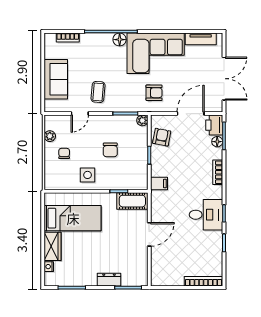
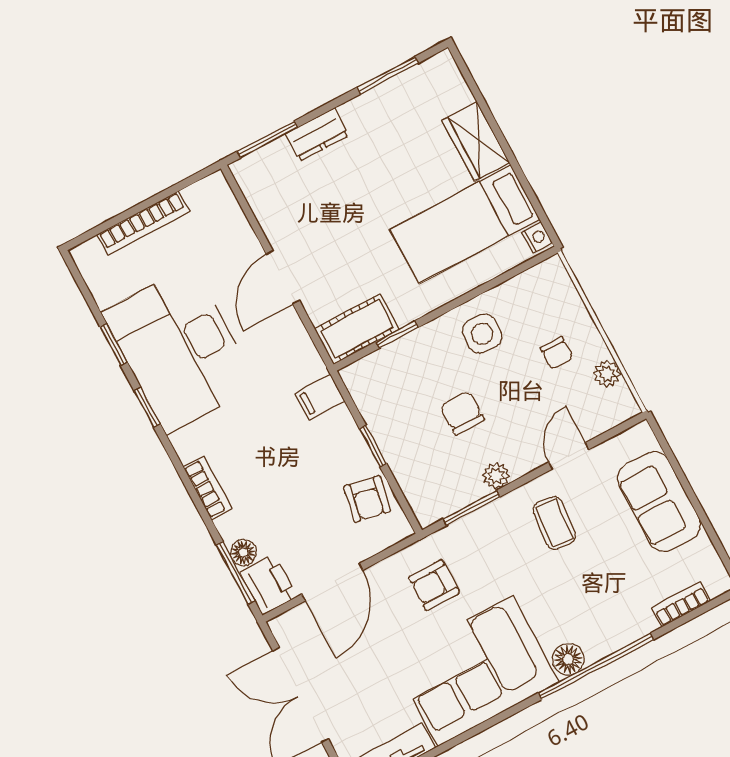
plant: (142, 120) -> (496, 476), moved
desk: (206, 215) -> (179, 349), width x1.87, depth x1.30
nightstand: (49, 267) -> (537, 238), moved
bookcase: (204, 281) -> (143, 223), moved

